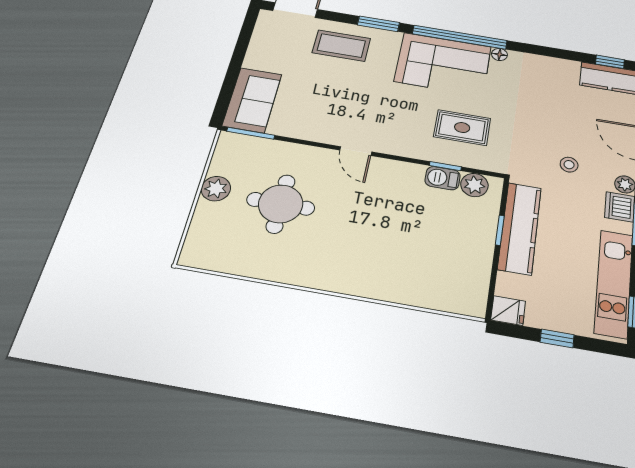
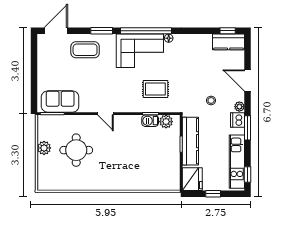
sofa: (252, 100) -> (60, 102), moved, turned -90
fridge: (508, 311) -> (192, 179), width x1.88, depth x1.34

